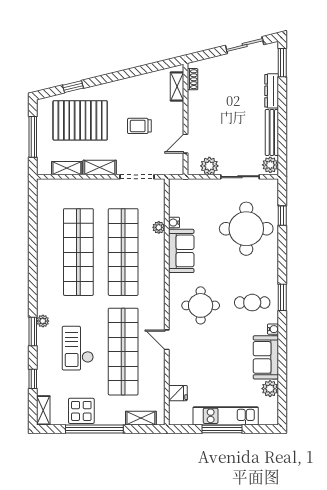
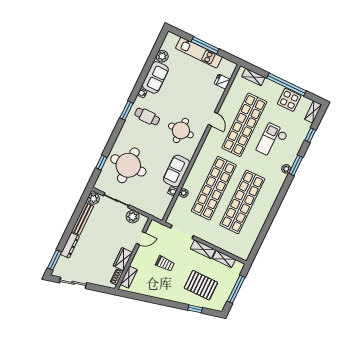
wardrobe: (196, 106) -> (123, 259), added
pallet: (80, 120) -> (201, 285), width x0.73, depth x0.71
checkout: (78, 348) -> (272, 141), turned 180

